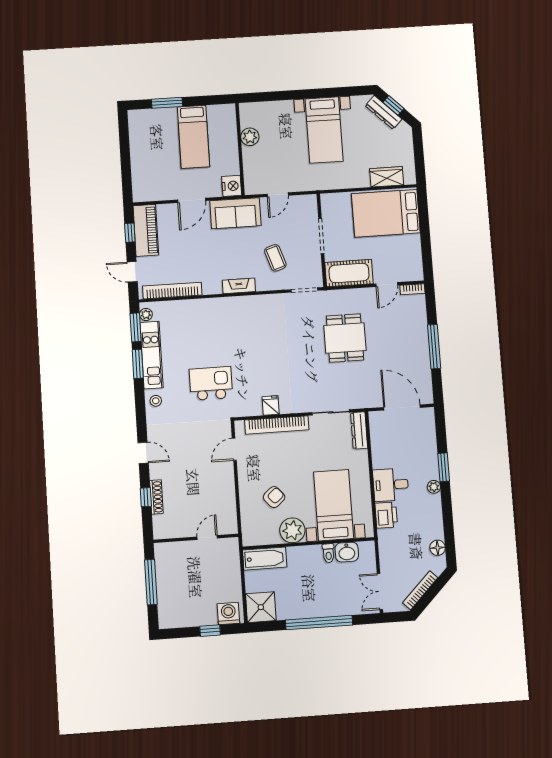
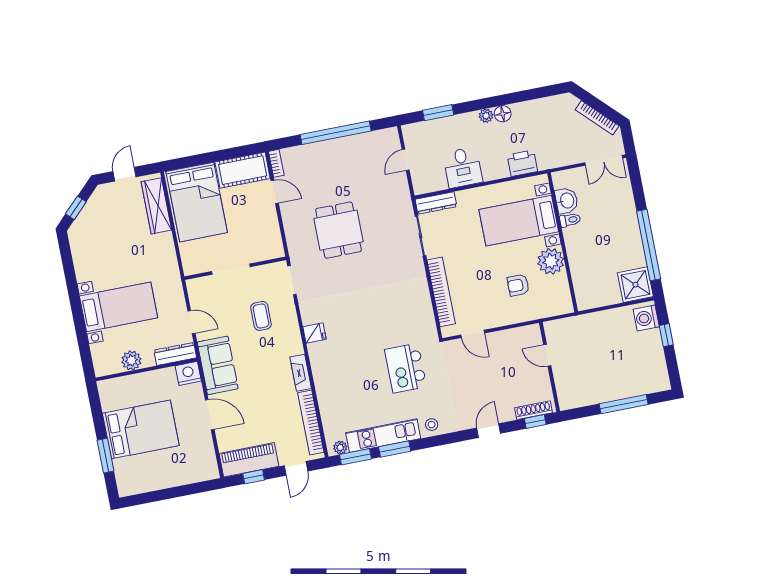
dresser: (384, 112) -> (175, 354), moved, turned -135
bed with nightstands: (324, 130) -> (119, 307), moved
bed: (193, 137) -> (141, 429), width x1.50
door: (419, 152) -> (125, 174), added
wardrobe: (387, 177) -> (156, 206), width x1.50
coffee table: (275, 258) -> (261, 316), turned -72
cot: (349, 273) -> (243, 170), moved, turned 90
fireplace: (239, 286) -> (301, 373), moved
dining table: (345, 338) -> (338, 230), turned 90
window: (434, 347) -> (336, 133), width x1.46
fridge: (271, 405) -> (314, 333), moved, turned 180
door: (402, 407) -> (406, 160), width x0.53
window: (444, 467) -> (438, 113), moved
desk: (391, 485) -> (463, 167), moved
armchair: (274, 497) -> (518, 285), turned -49
wall: (196, 538) -> (550, 367), moved
door: (207, 538) -> (547, 355), moved
floor lamp: (438, 548) -> (503, 114), moved
bathtub: (265, 559) -> (584, 287), removed
window: (319, 623) -> (649, 245), moved

